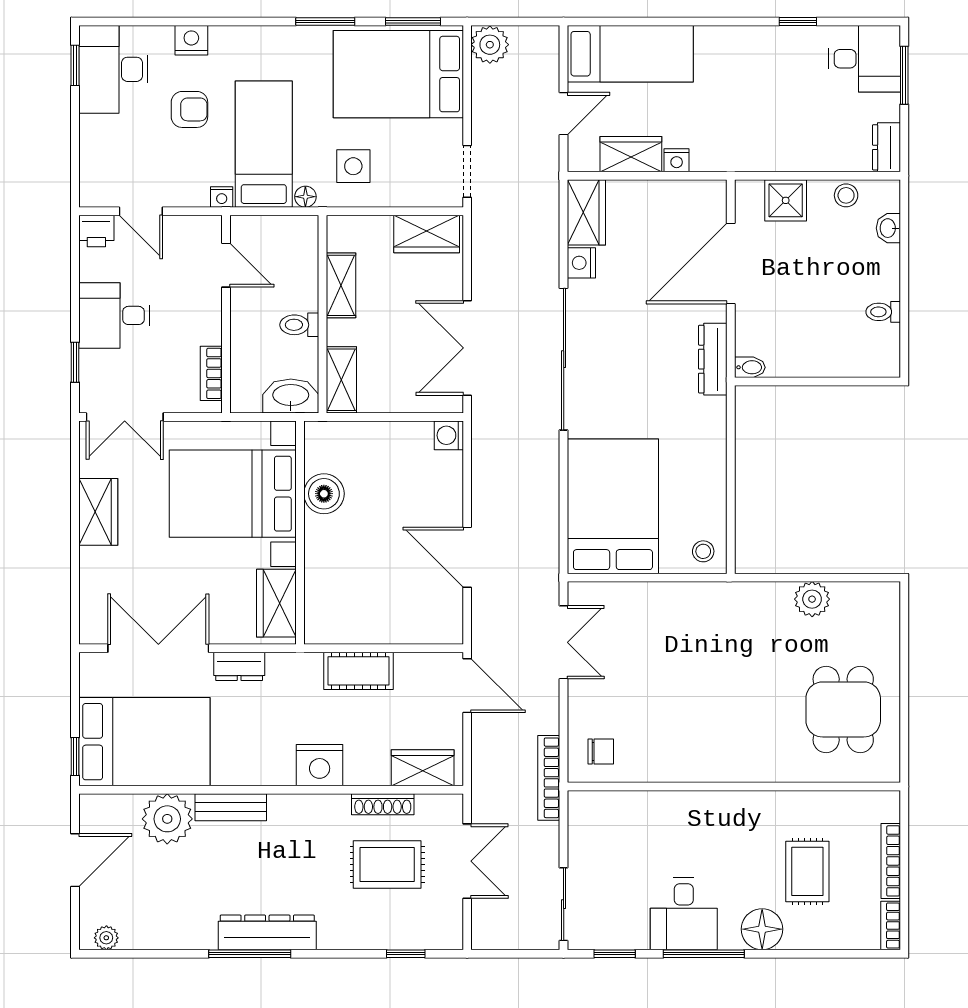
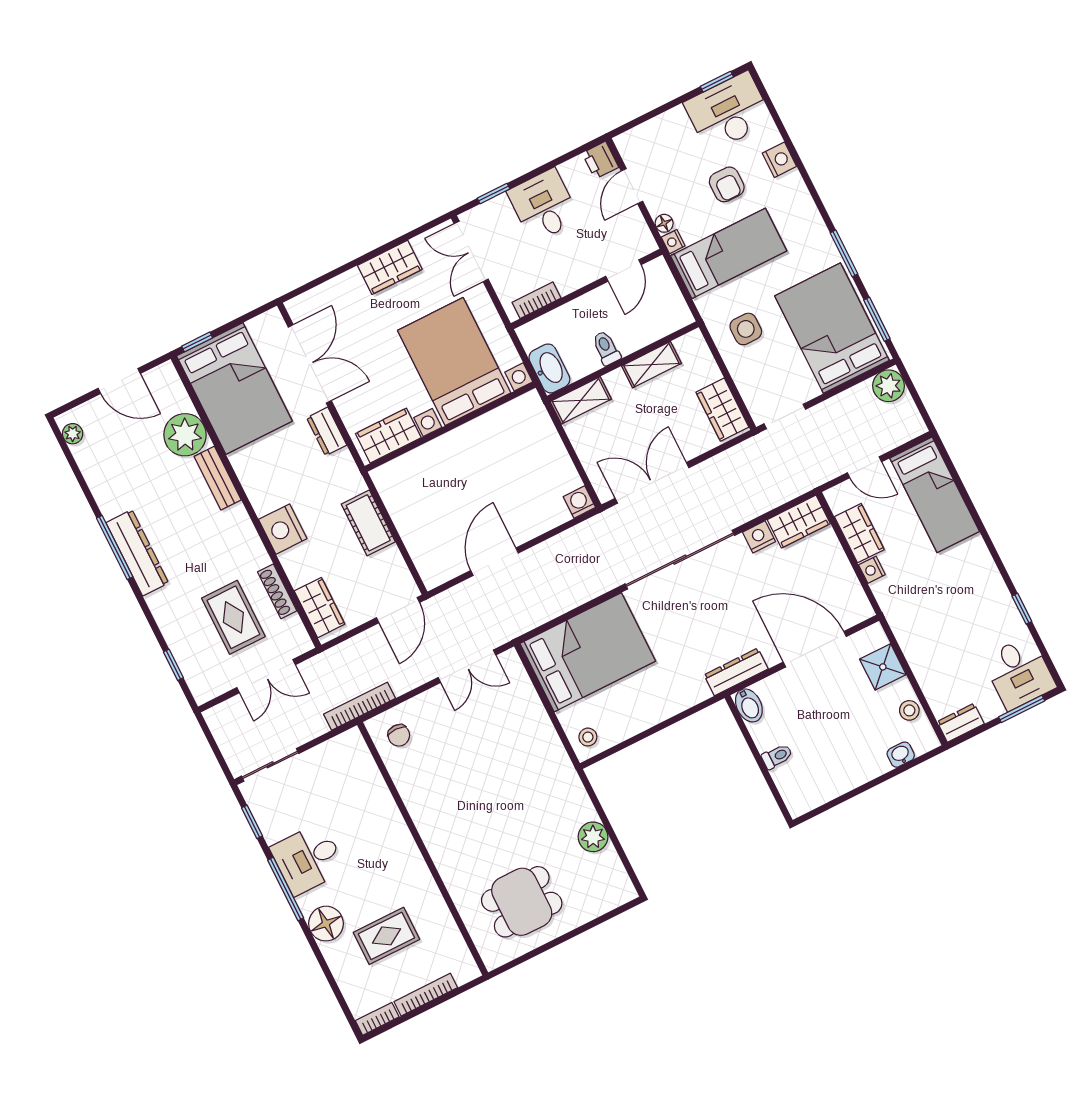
floor lamp: (305, 197) -> (664, 223), moved
toilet: (883, 312) -> (777, 756), moved, turned 90
bidet: (750, 367) -> (749, 705), width x1.38, depth x1.36
boiler: (324, 494) -> (488, 430), removed

